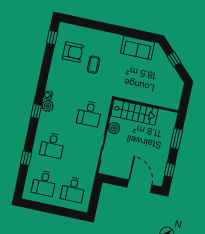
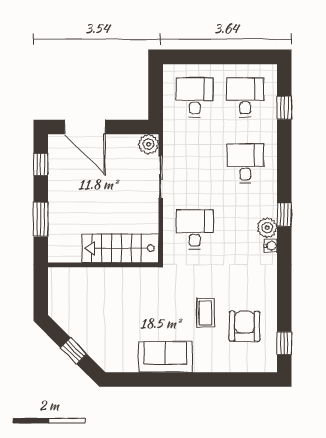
sofa: (137, 48) -> (165, 357), moved
armchair: (73, 52) -> (245, 326), turned 90
plant: (114, 128) -> (148, 144), moved
window: (26, 158) -> (284, 108), moved

